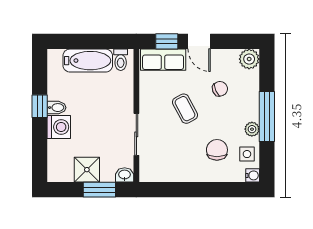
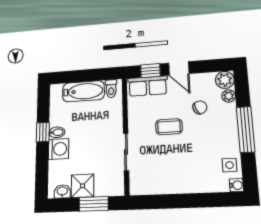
coffee table: (185, 109) -> (169, 127), turned -62
plant: (252, 129) -> (229, 96), moved
chair: (217, 150) -> (201, 162), removed
washbasin: (125, 175) -> (62, 191), moved

